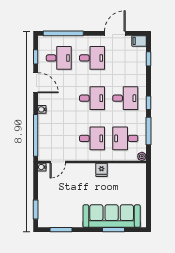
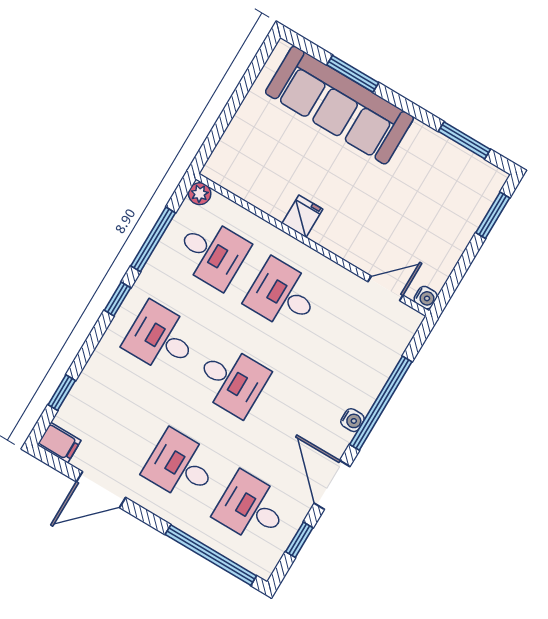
desk: (92, 98) -> (232, 380), turned 180
window: (36, 135) -> (381, 403), moved

